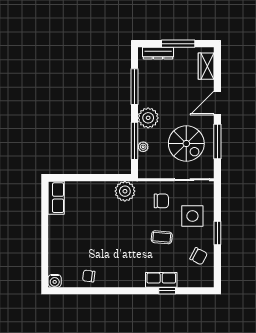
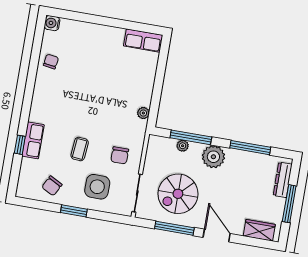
plant: (125, 191) -> (143, 113), width x0.53, depth x0.53

